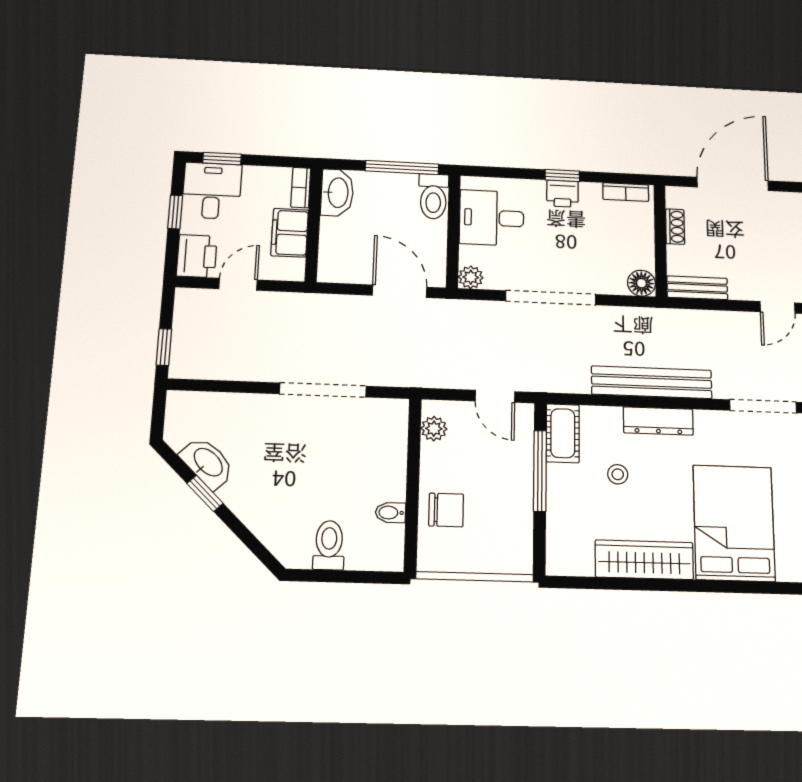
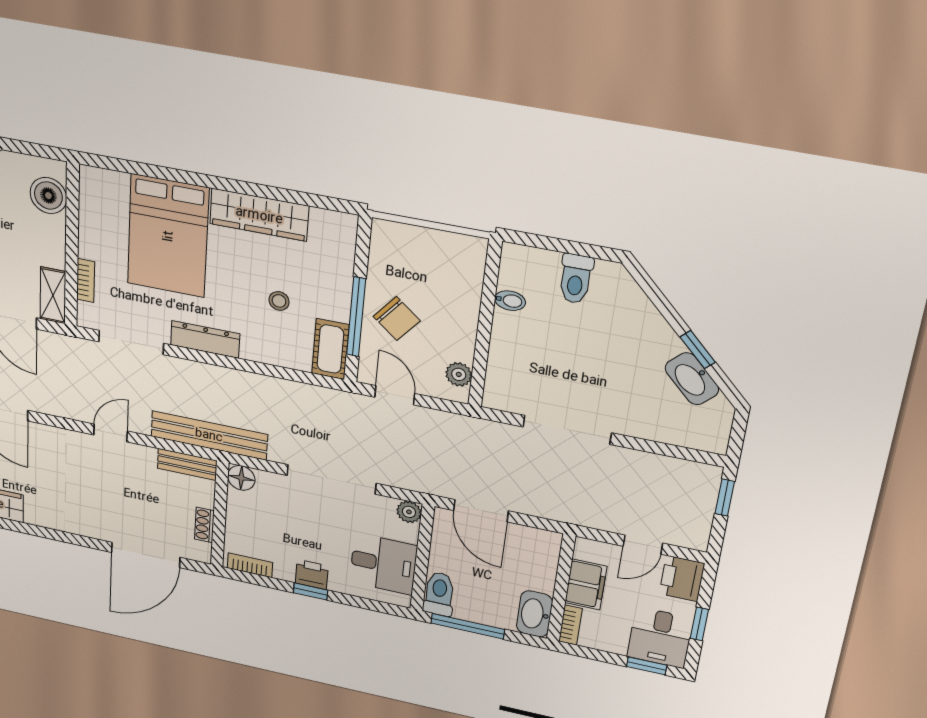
bench: (652, 382) -> (209, 435), moved
dresser: (658, 421) -> (205, 339), moved
chair: (446, 510) -> (397, 319), moved, turned -141

